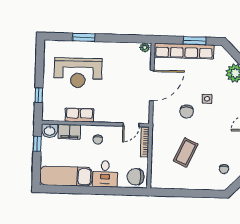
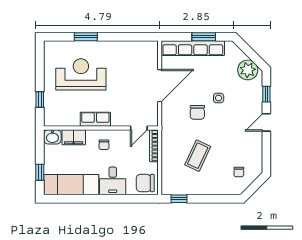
plant: (145, 47) -> (151, 45), removed
reception desk: (78, 73) -> (81, 74), turned 180
row of seats: (79, 115) -> (95, 119), moved
window: (37, 144) -> (40, 172), moved
window: (167, 192) -> (179, 199), added

